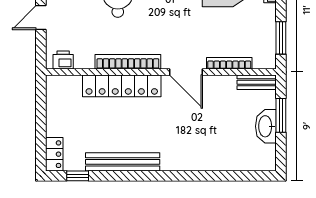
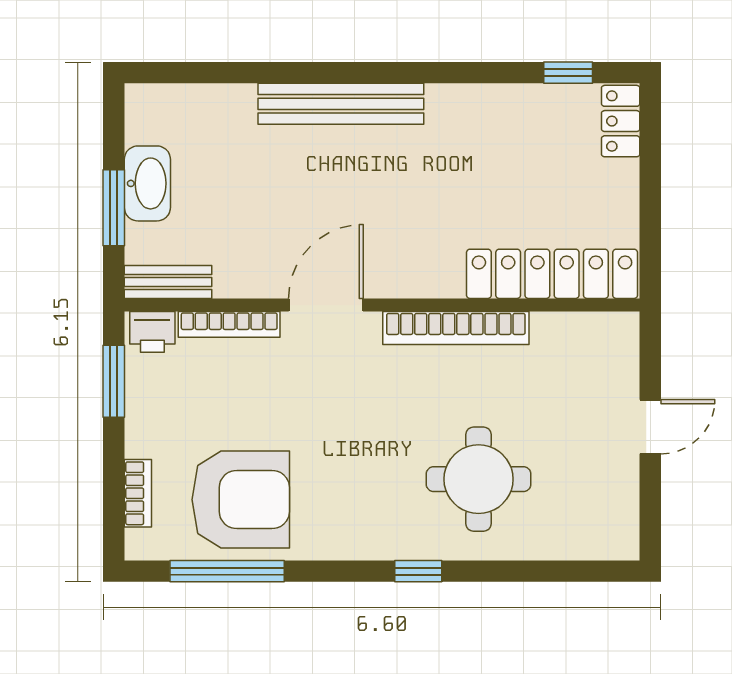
printer: (63, 60) -> (152, 332), moved
door: (186, 72) -> (326, 305), hinge flipped
locker: (122, 86) -> (552, 274), moved
bench: (123, 162) -> (341, 104), moved

